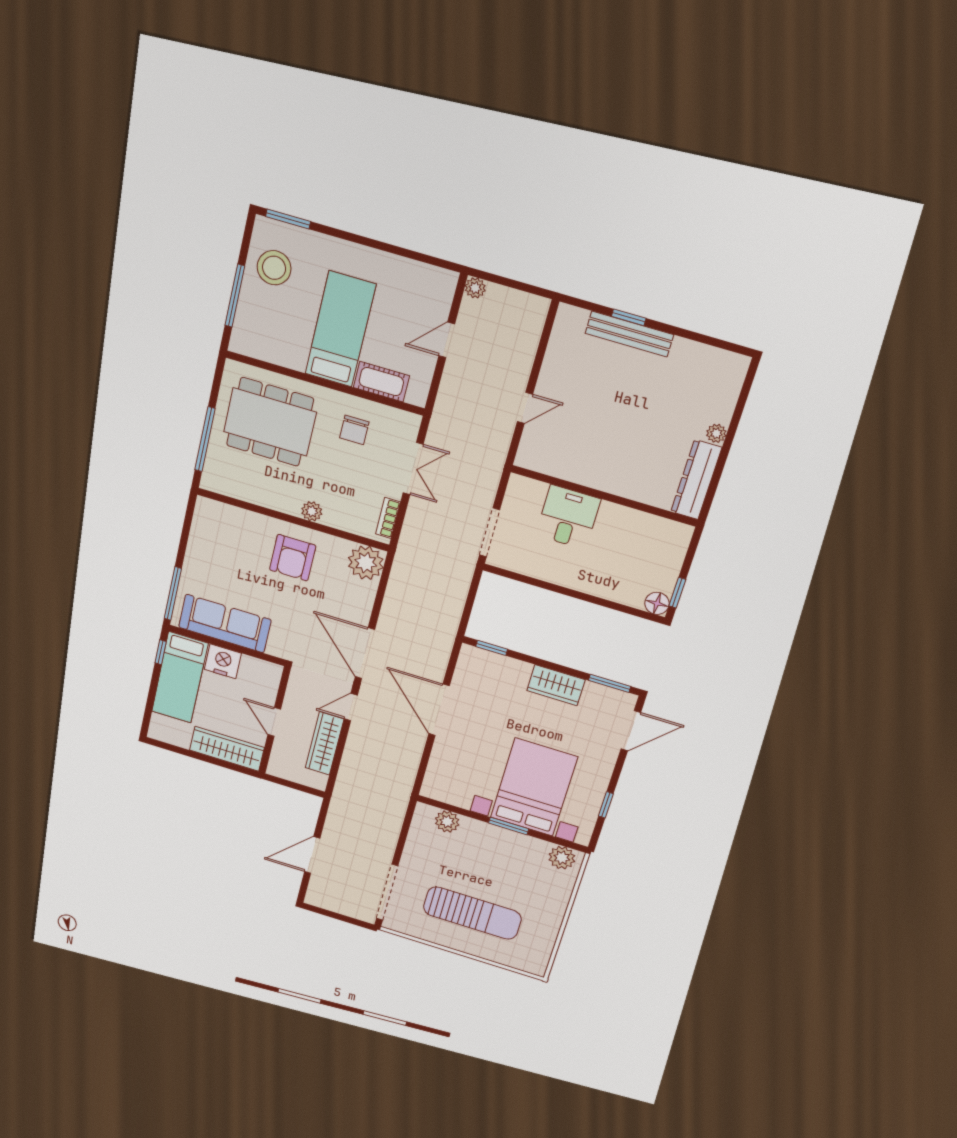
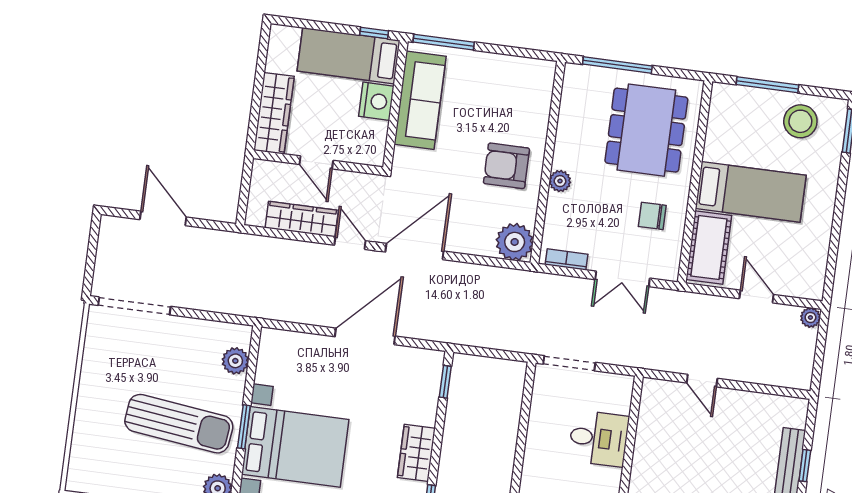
cot: (381, 382) -> (709, 248), width x1.37, depth x1.34
door: (274, 722) -> (316, 162), swing flipped
sun lounger: (472, 913) -> (179, 424), moved, turned -83

